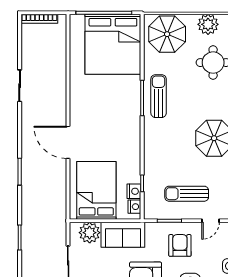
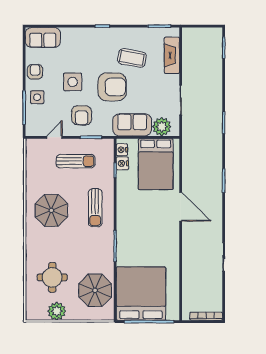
parasol: (167, 34) -> (95, 290), moved
sun lounger: (159, 96) -> (95, 208), moved

